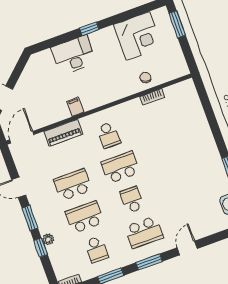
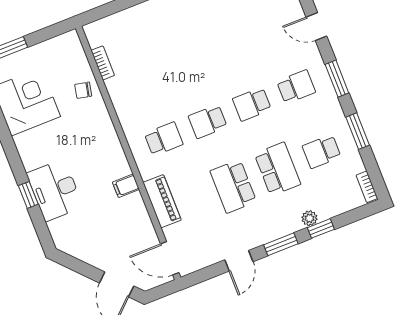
window: (89, 29) -> (28, 195), moved
bookcase: (152, 97) -> (103, 63), moved
school desk: (120, 167) -> (208, 122), width x0.54
school desk: (85, 217) -> (277, 169), turned 180
school desk: (144, 232) -> (296, 87), width x0.54
school desk: (96, 249) -> (322, 152), turned 180

